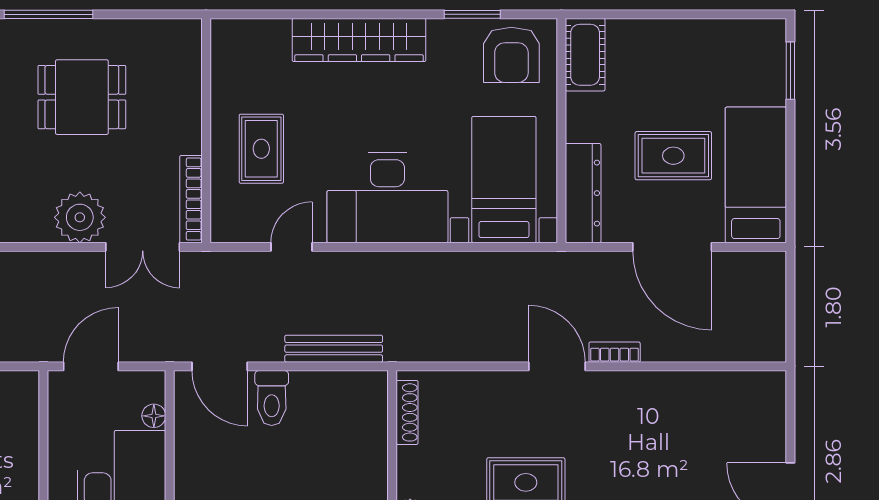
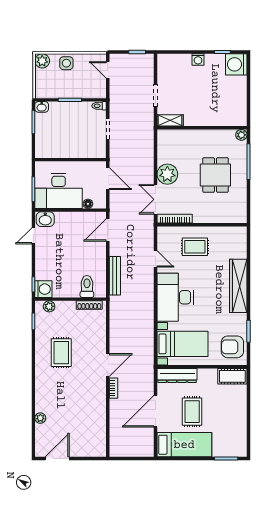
toilet: (272, 398) -> (87, 286), moved, turned 90

